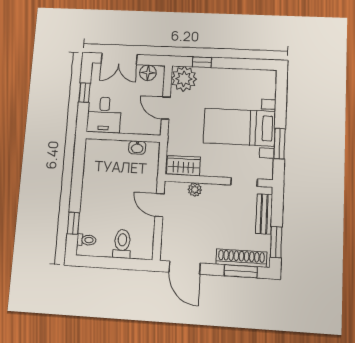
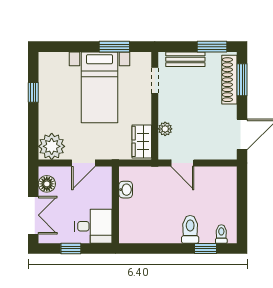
window: (202, 62) -> (33, 92), moved
door: (160, 205) -> (182, 163), hinge flipped
toilet: (122, 244) -> (190, 229), moved, turned 90

